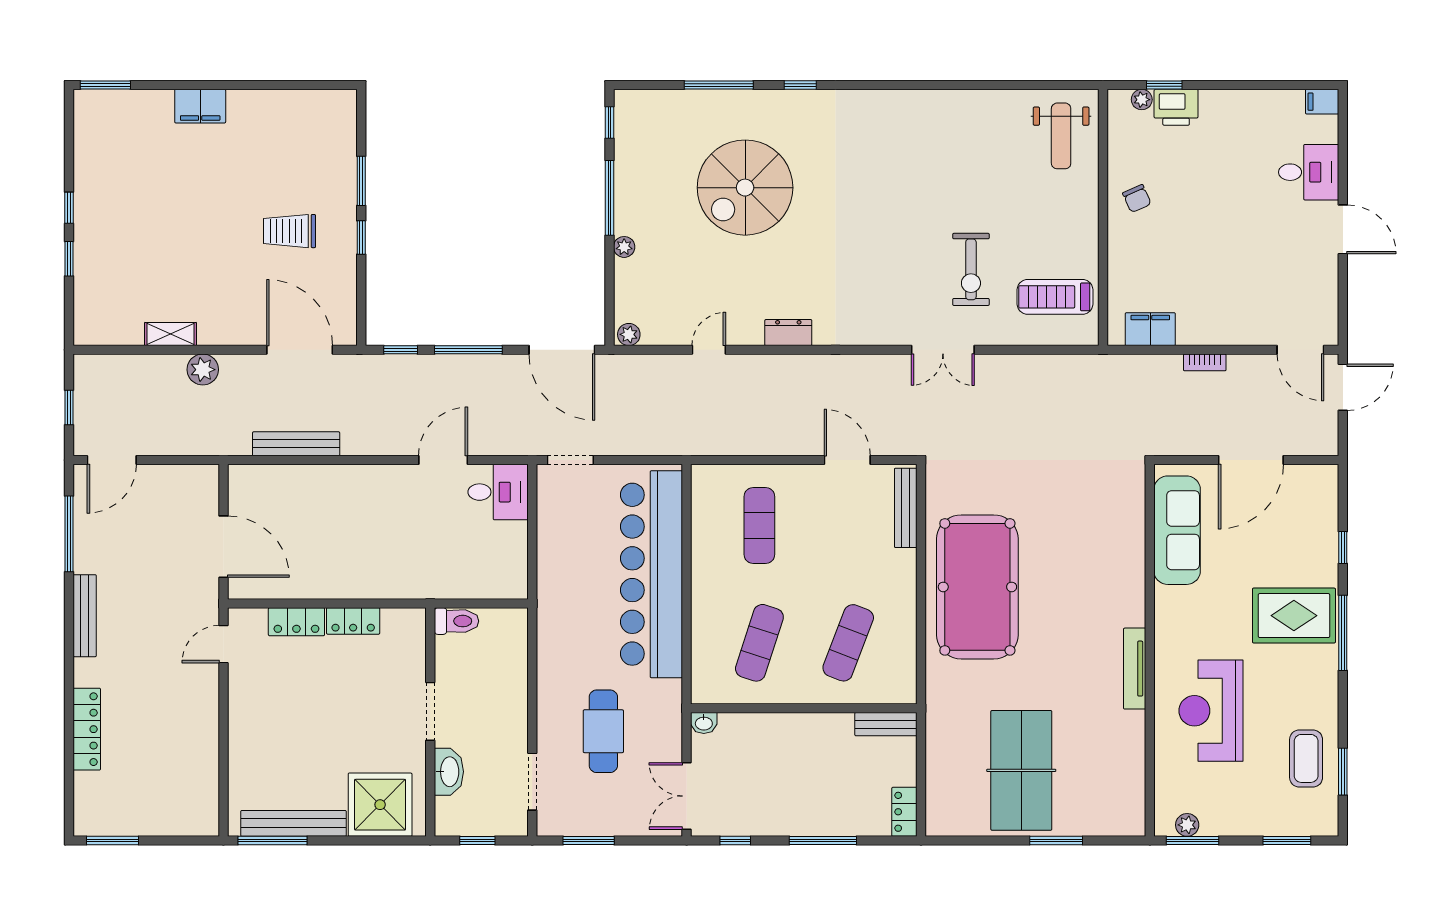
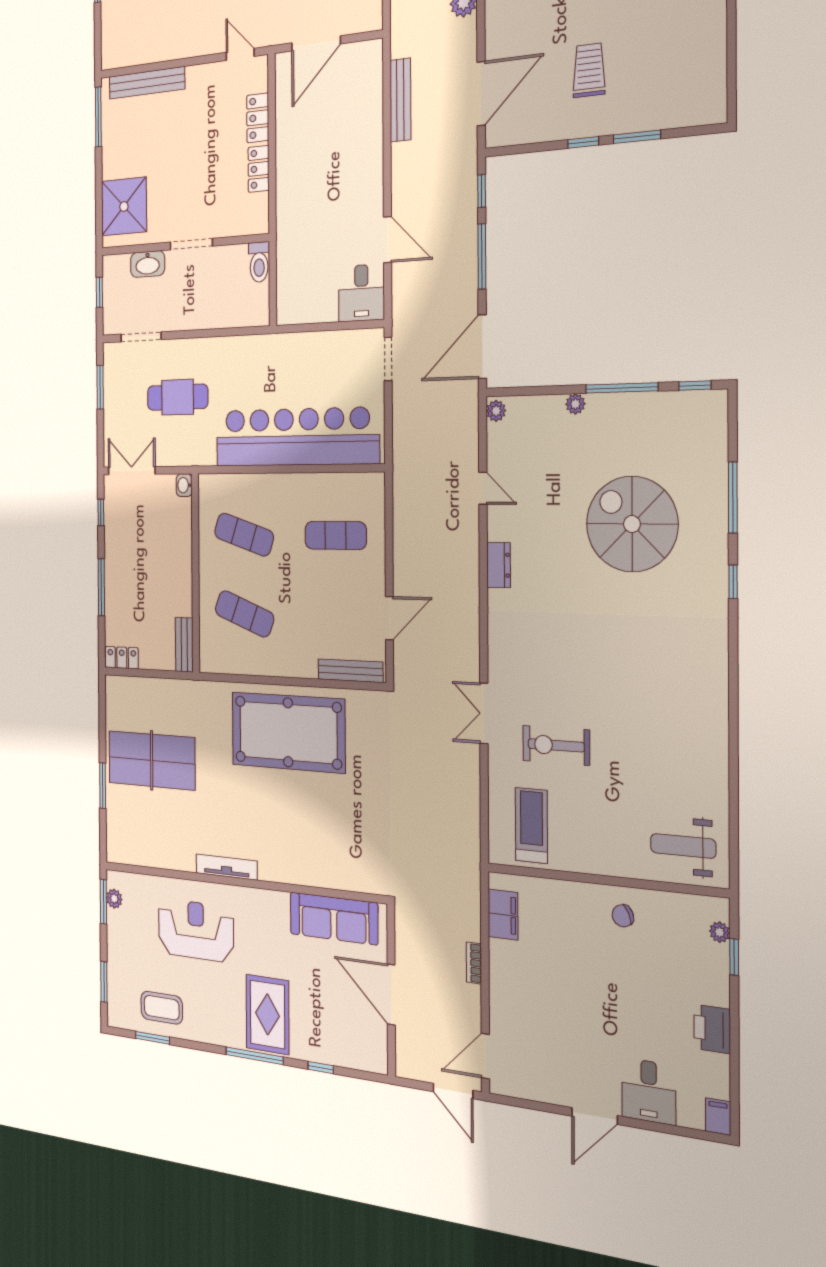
printer: (1176, 107) -> (712, 1029), moved
bench: (294, 823) -> (147, 83), moved, turned 90

